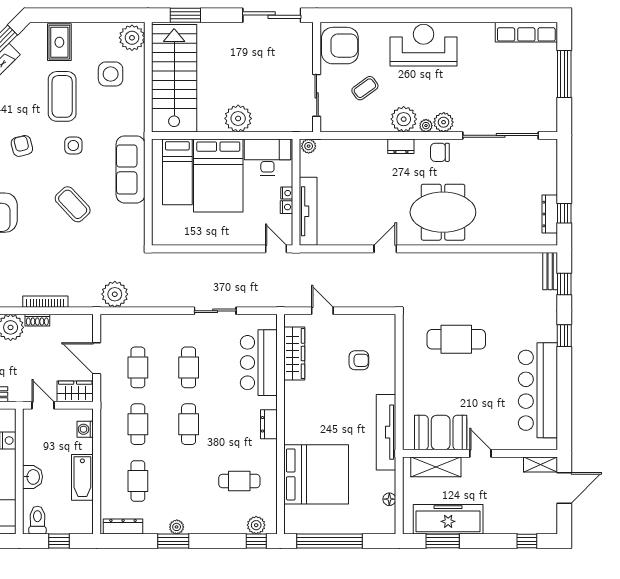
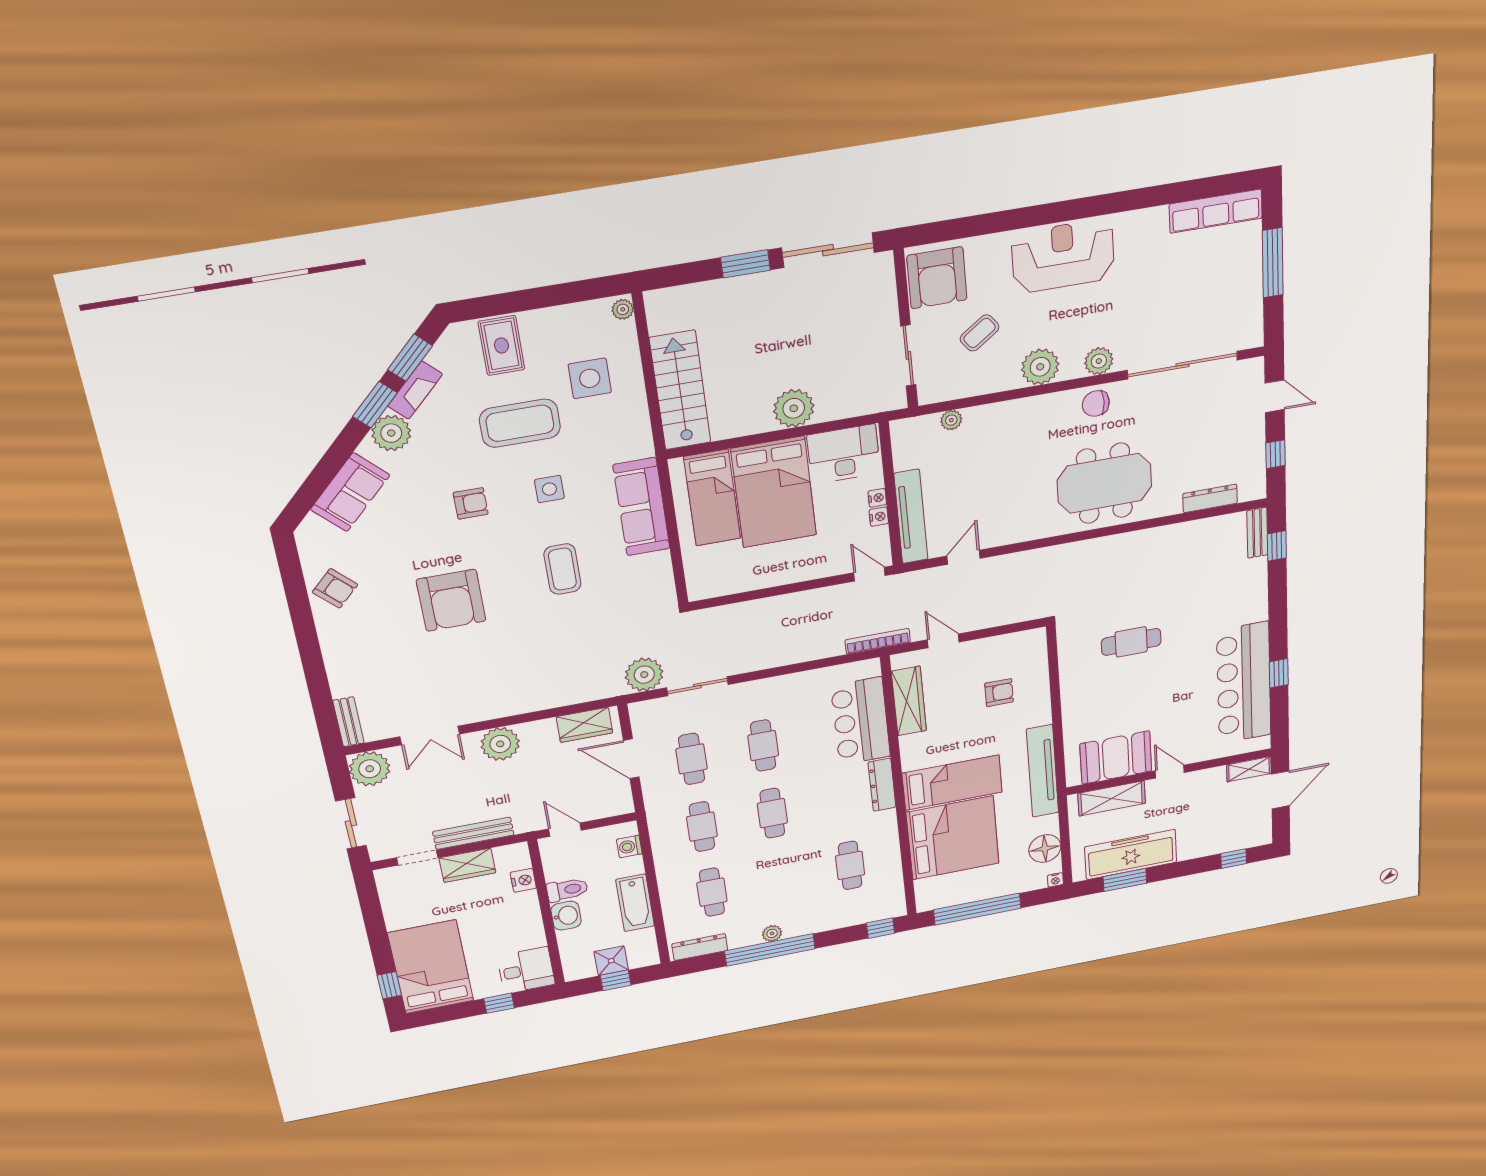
window: (185, 15) -> (746, 264), moved
plant: (132, 38) -> (623, 309), width x0.53, depth x0.53
armchair: (340, 46) -> (937, 278), turned 90
stairs: (174, 78) -> (680, 390), width x0.73, depth x0.66
coffee table: (62, 96) -> (520, 423), turned 90
plant: (426, 126) -> (1073, 370), removed
armchair: (22, 146) -> (471, 503), turned 104
plant: (309, 146) -> (951, 420), moved
dresser: (401, 146) -> (1039, 405), removed
door: (564, 170) -> (1275, 396), added
coffee table: (73, 204) -> (562, 569), turned 43
dresser: (550, 214) -> (1210, 498), moved, turned 90
door: (385, 249) -> (964, 557), moved
bookcase: (45, 302) -> (878, 641), moved
sliding door: (215, 311) -> (697, 686), moved
shoe rack: (37, 320) -> (537, 728), removed
window: (564, 336) -> (1279, 673), moved
cafe table: (456, 339) -> (1131, 642), width x0.73, depth x0.74
wardrobe: (75, 391) -> (584, 725), moved, turned 180
dresser: (269, 424) -> (882, 785), width x1.44
bed: (320, 427) -> (952, 783), added
cafe table: (239, 481) -> (850, 865), turned 90
floor lamp: (389, 499) -> (1045, 849), width x1.89, depth x1.89
toilet: (37, 520) -> (567, 890), moved, turned 90
shower: (58, 523) -> (611, 961), added
plant: (256, 525) -> (878, 911), removed
nightstand: (390, 529) -> (1055, 880), added
window: (173, 541) -> (770, 950), width x2.11

